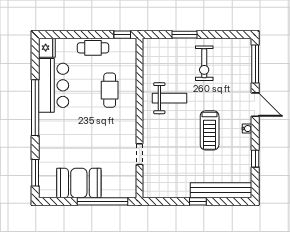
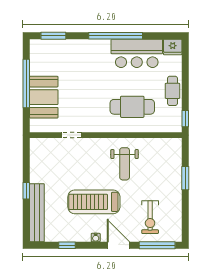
exercise bike: (204, 63) -> (150, 217), moved, turned -90
cafe table: (110, 90) -> (132, 107), width x1.37, depth x1.35
door: (255, 105) -> (118, 245), swing flipped
treadmill: (210, 130) -> (94, 202), width x1.37, depth x1.38
booth: (79, 183) -> (44, 97), moved
window: (103, 201) -> (26, 84), moved

